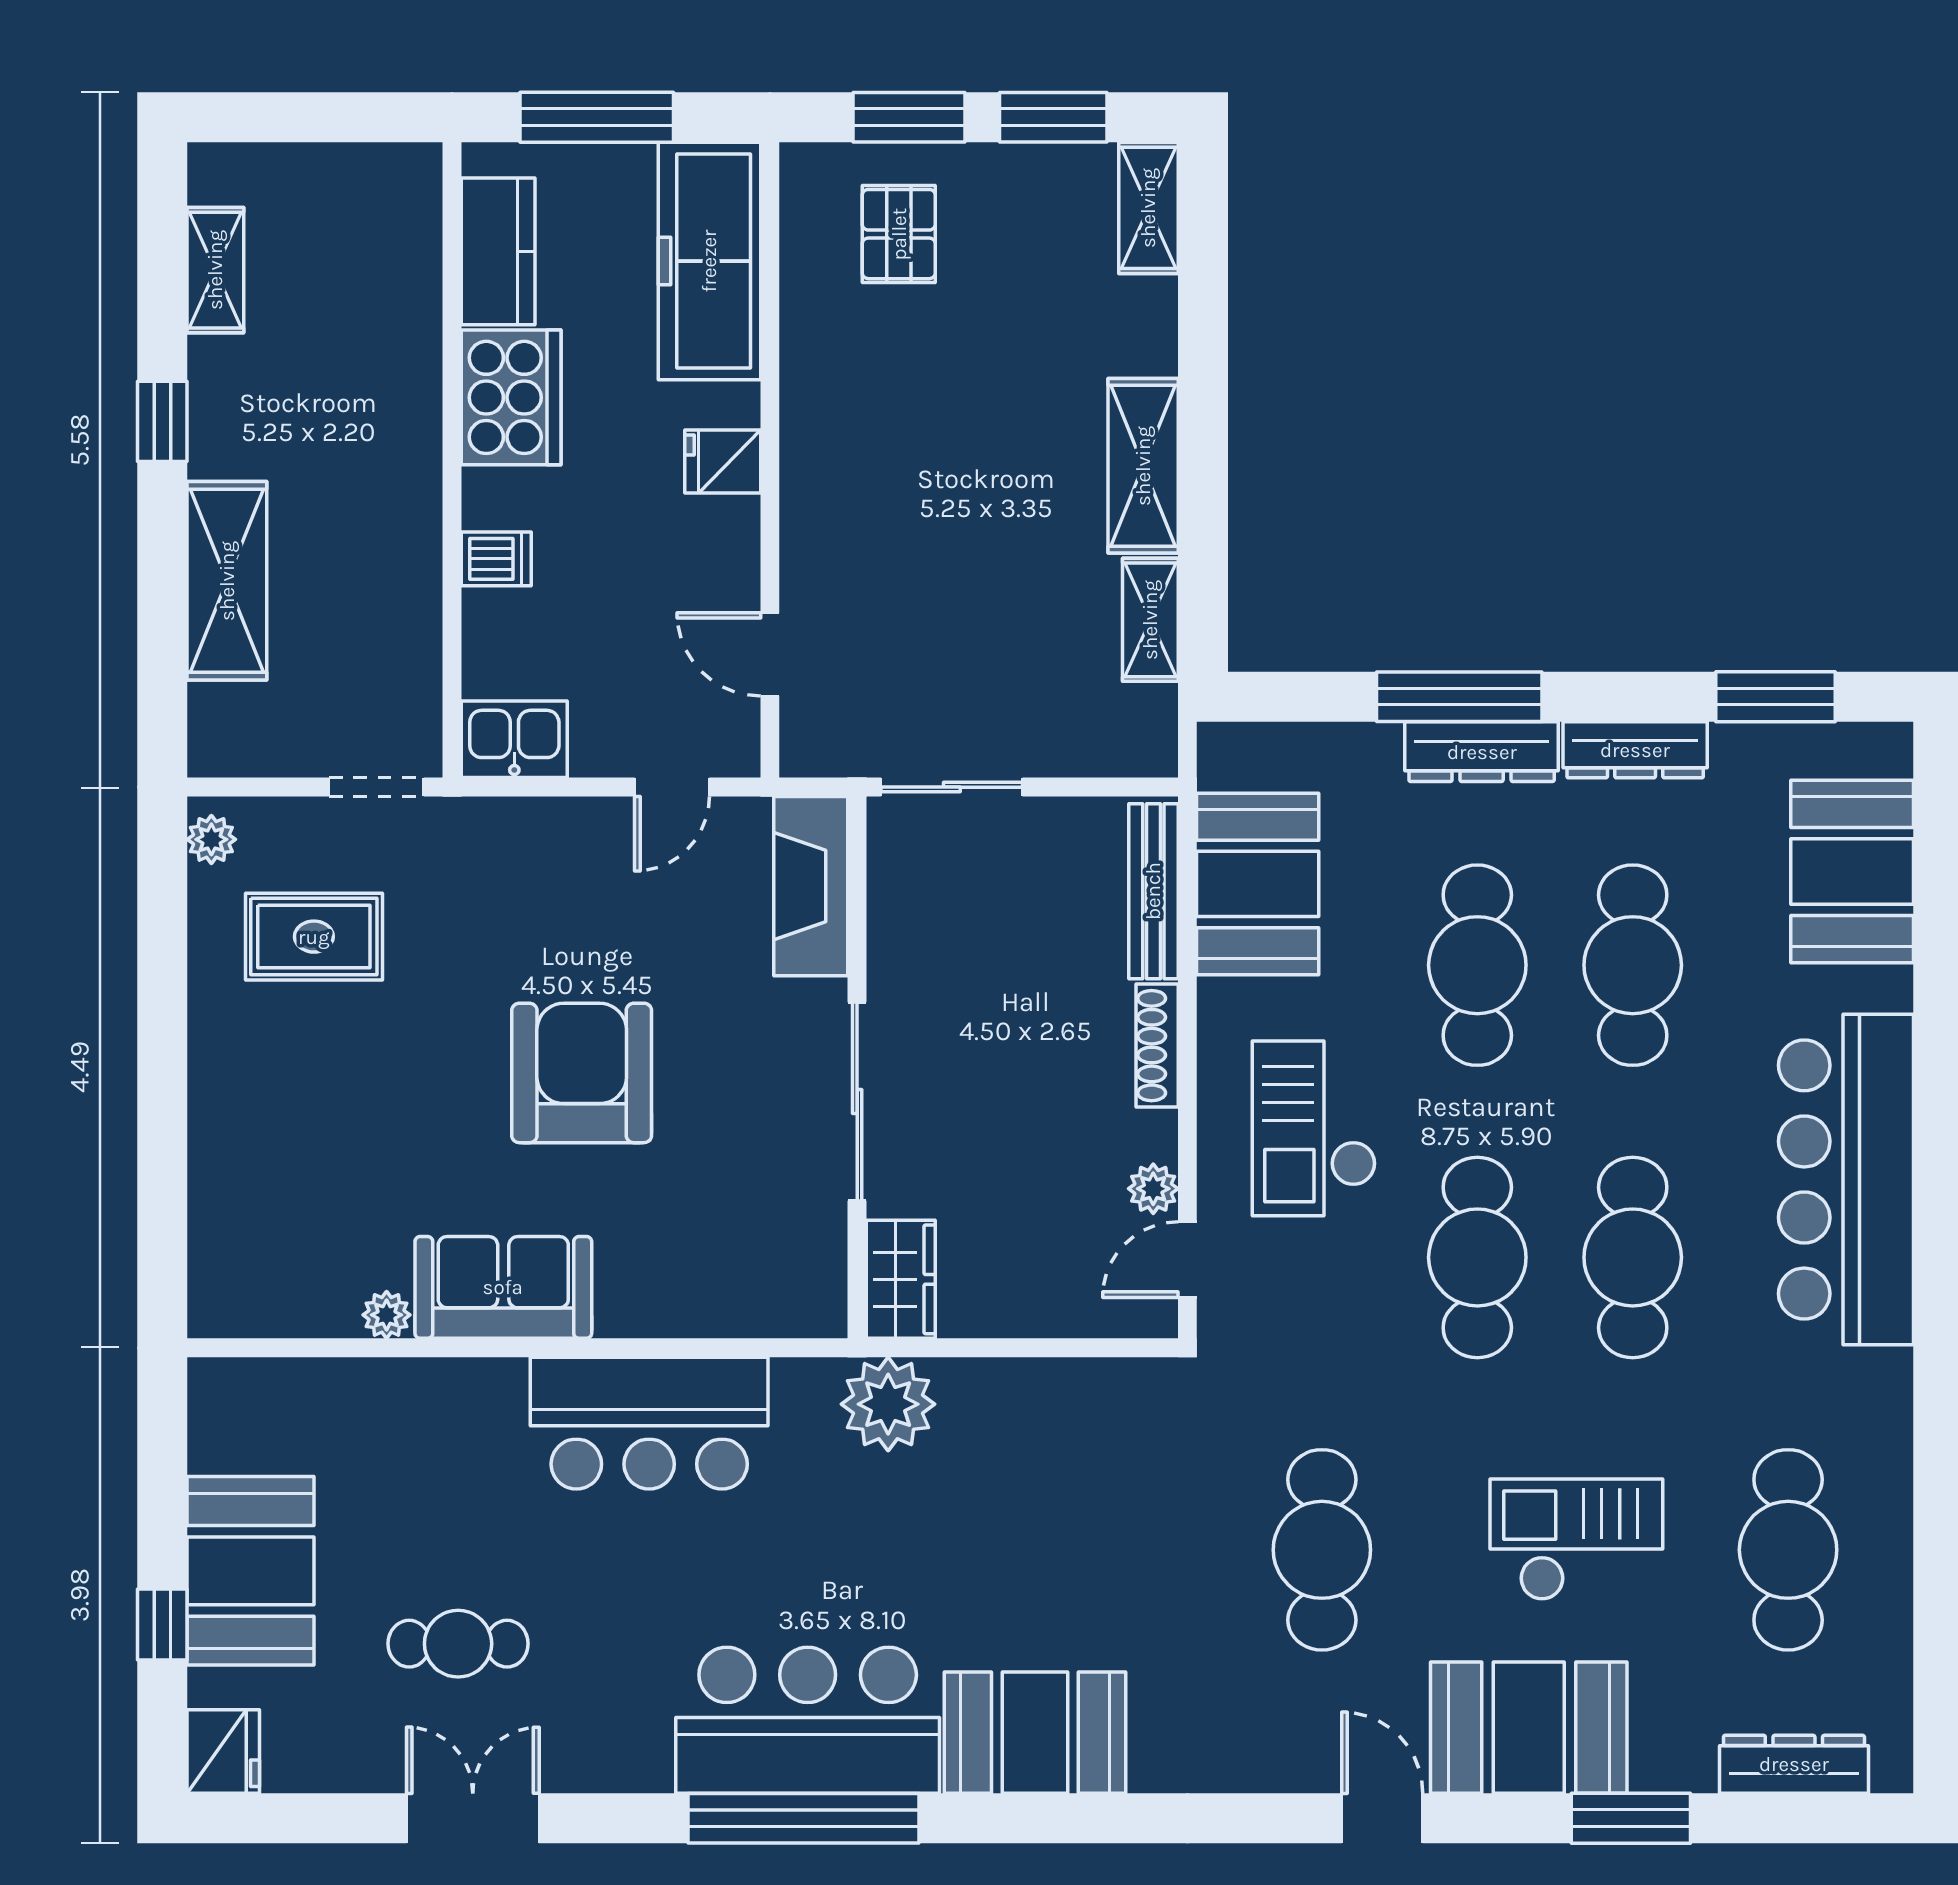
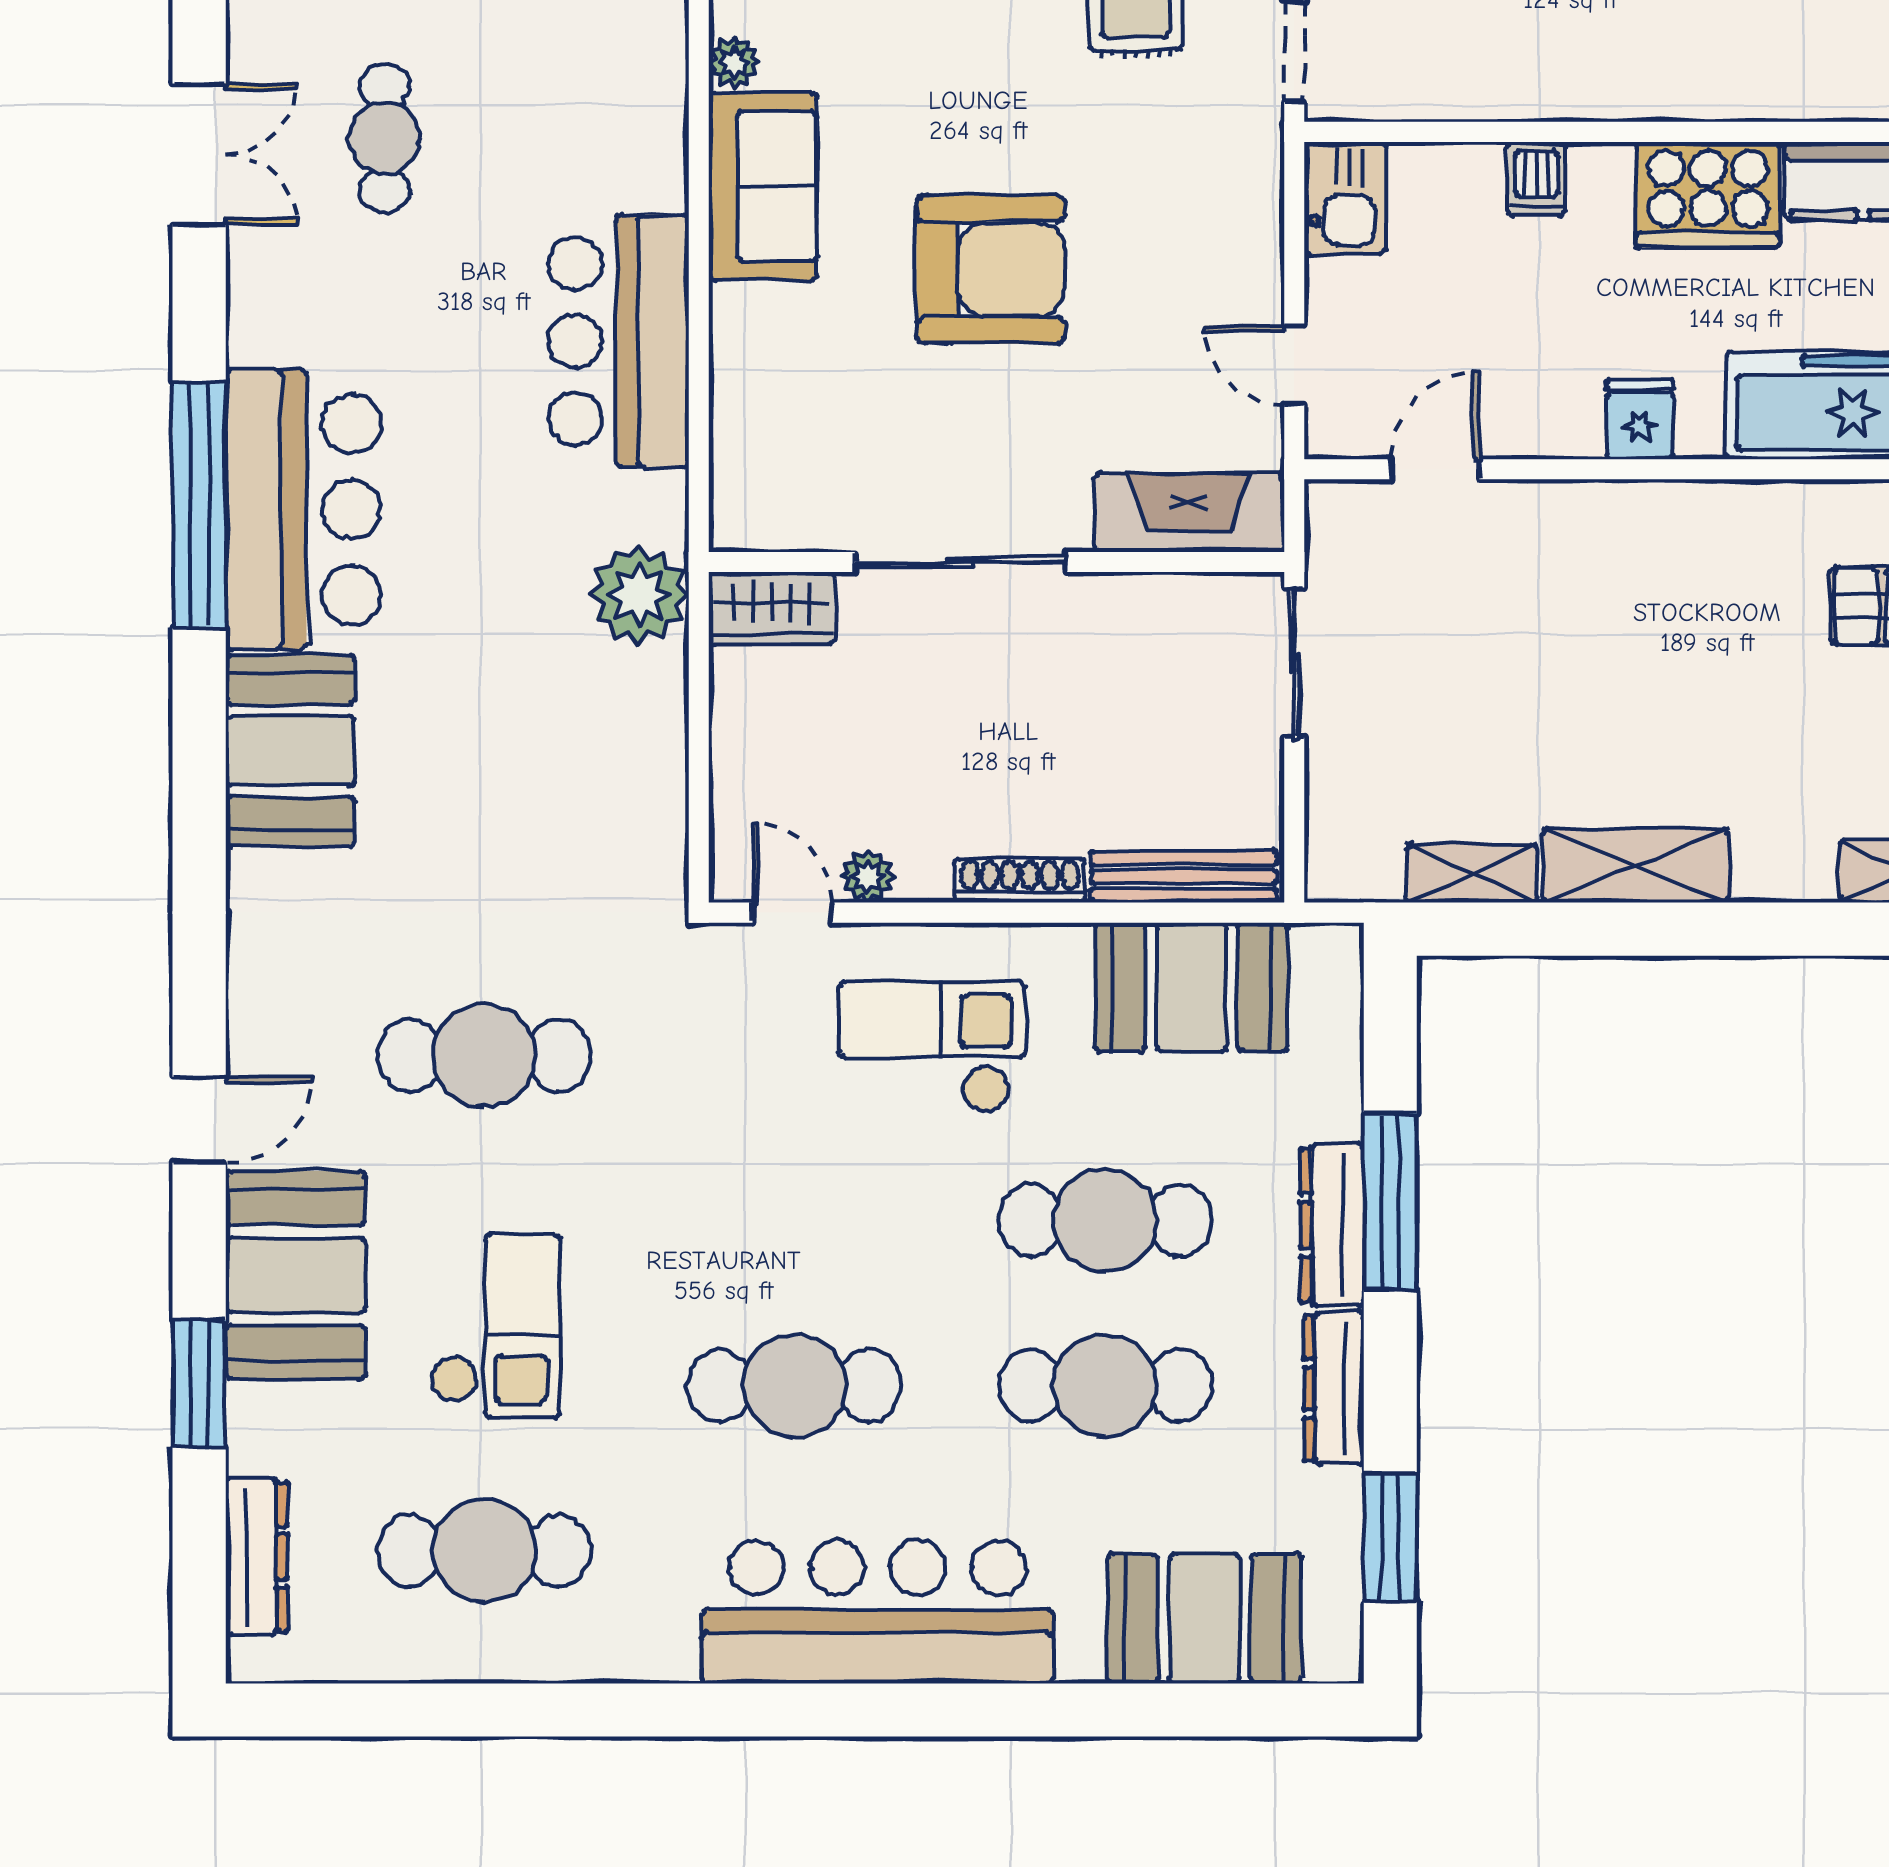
cafe table: (1477, 1257) -> (795, 1221), removed

